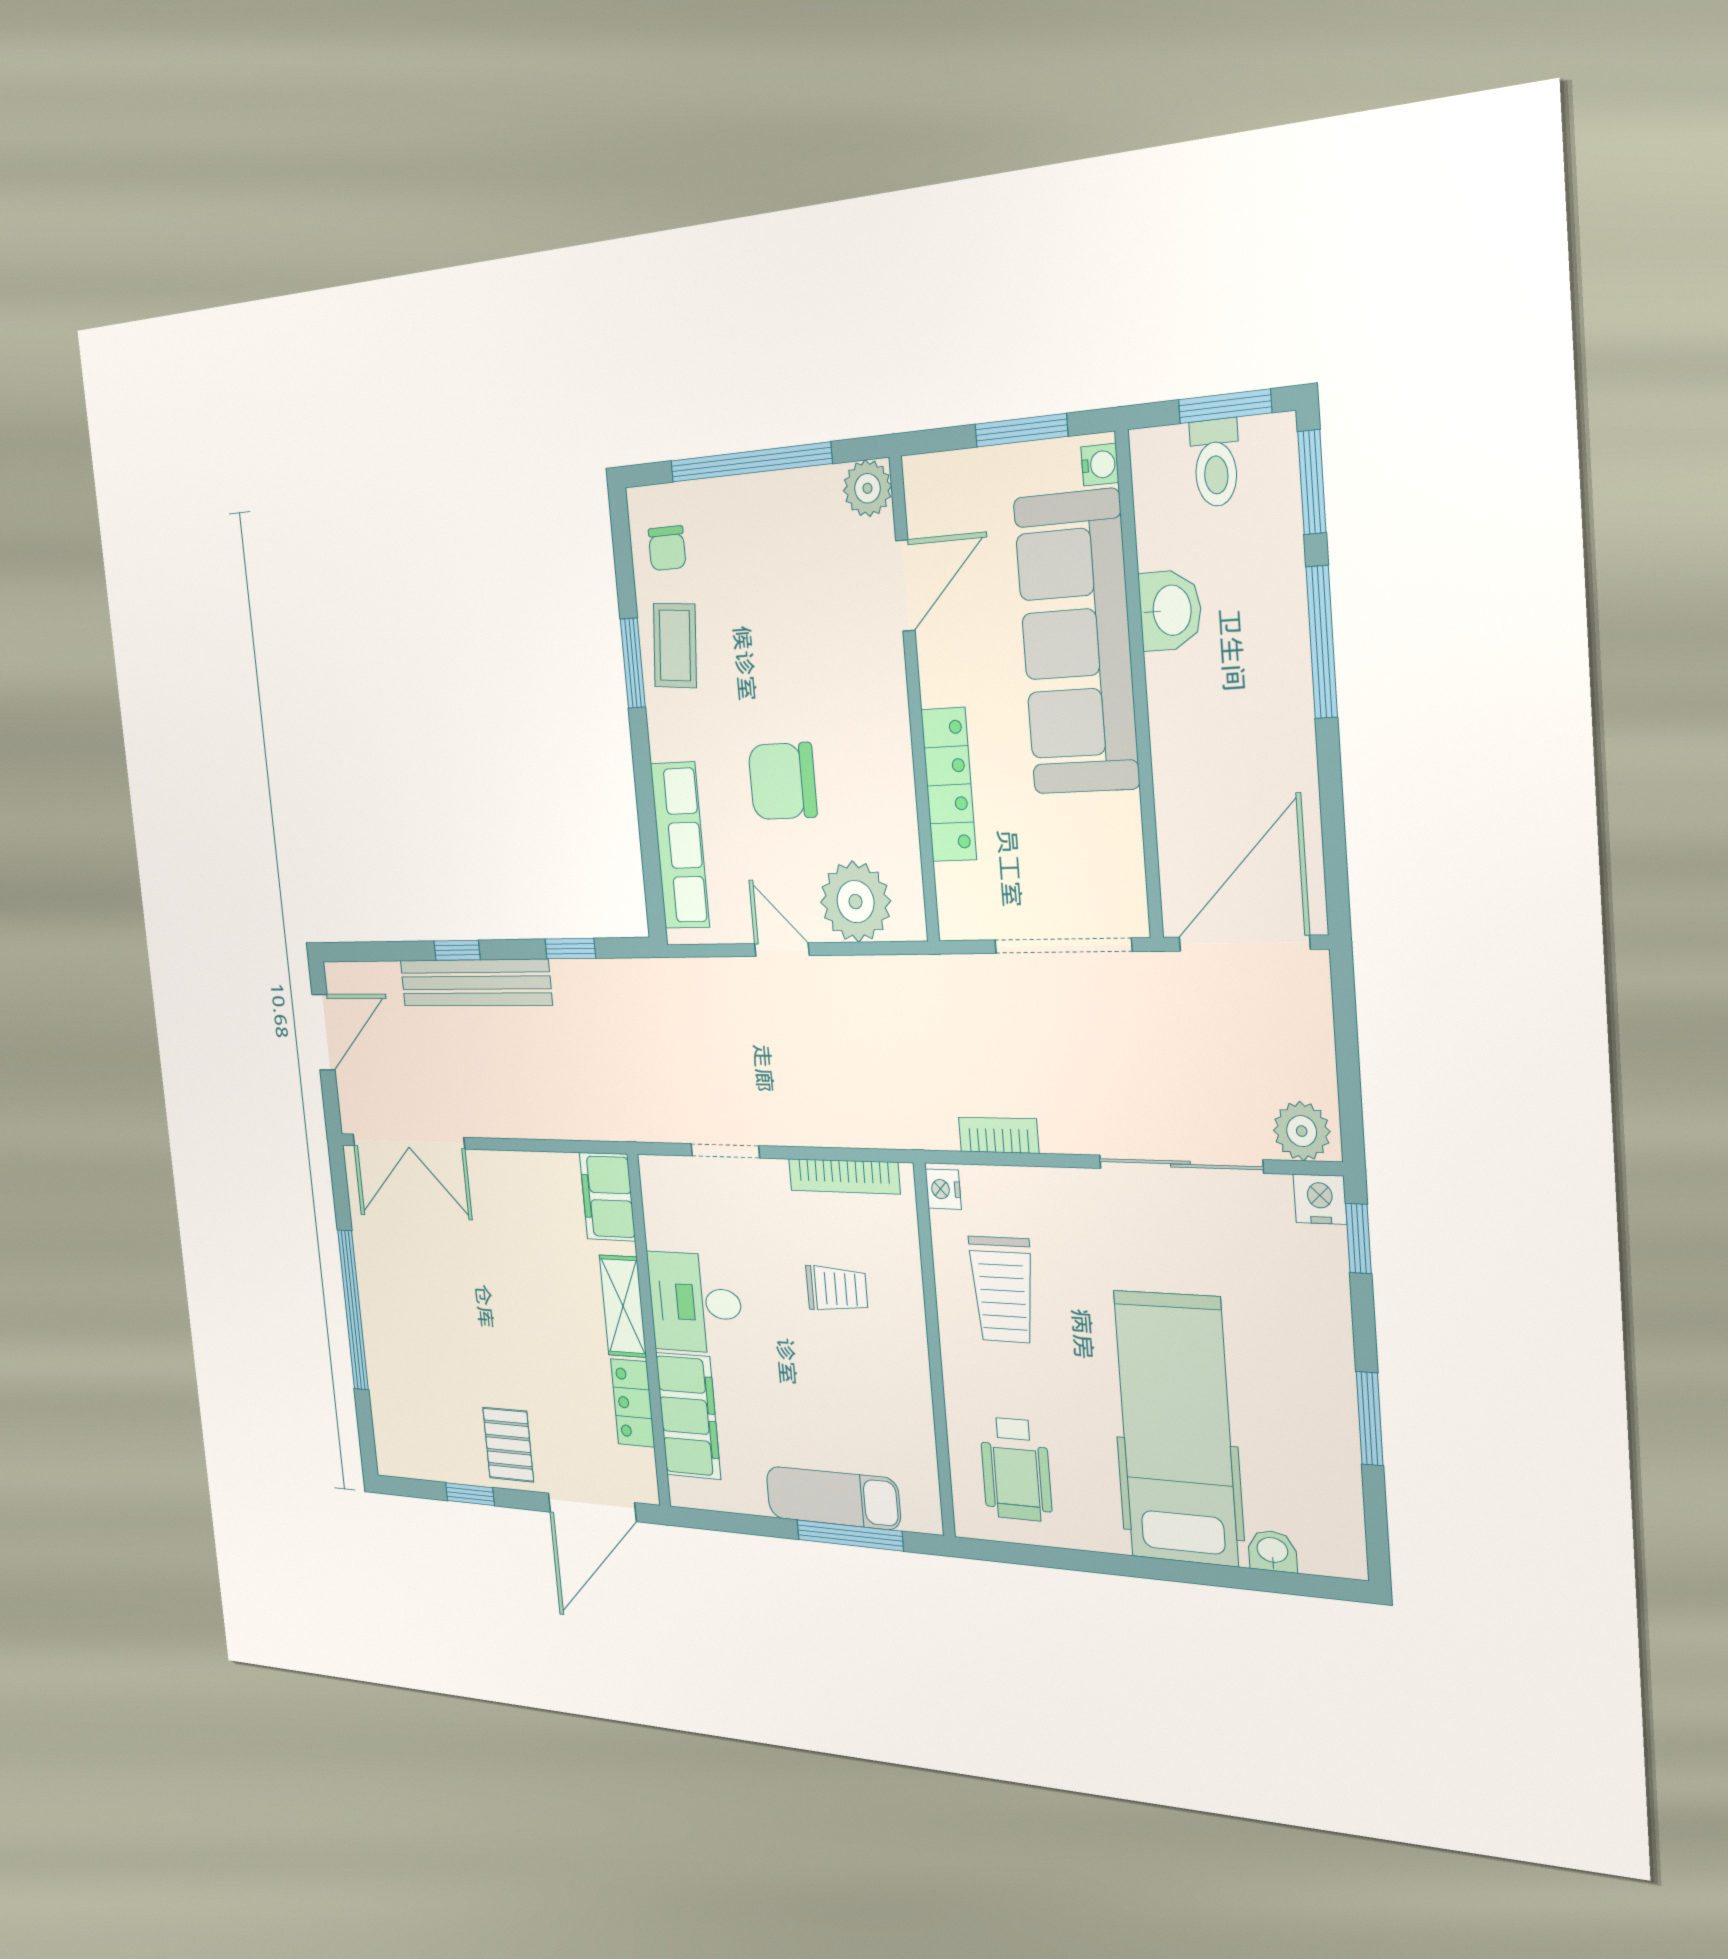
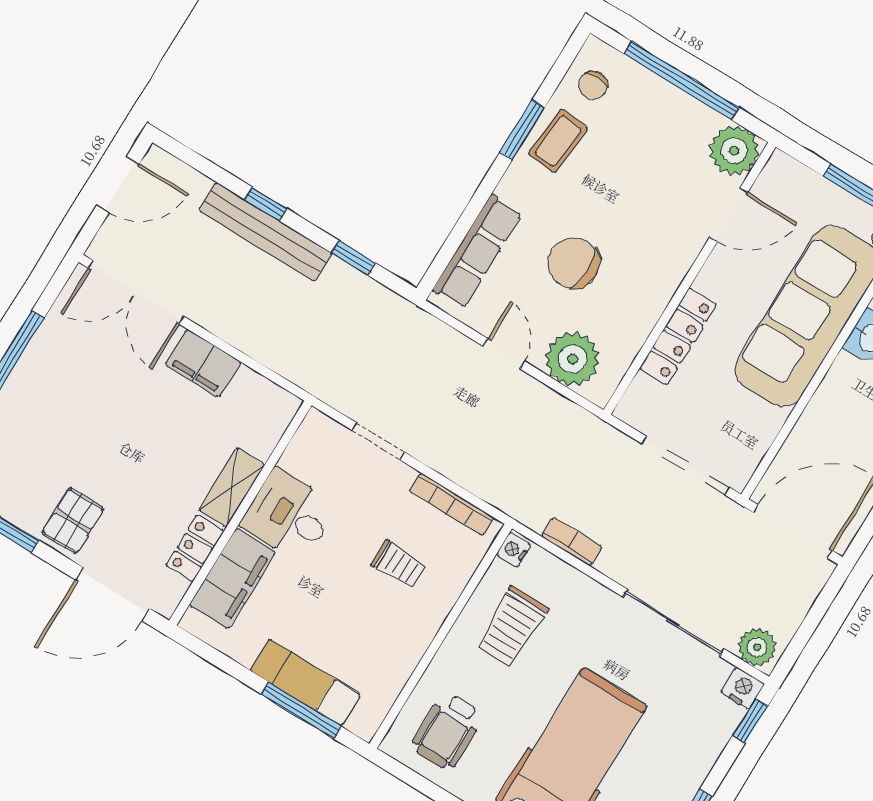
plant: (867, 488) -> (734, 150), width x1.36, depth x1.36
filing cabinet: (607, 1197) -> (203, 363), moved, turned -90

